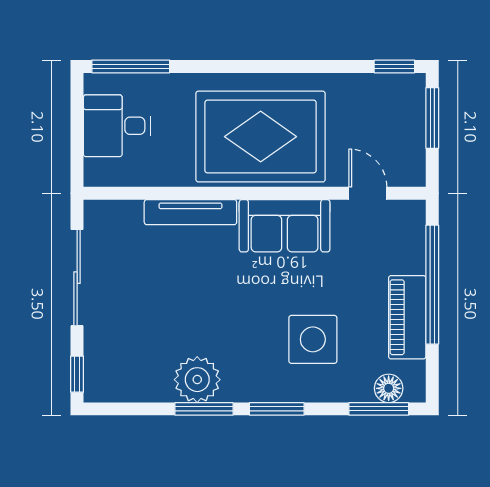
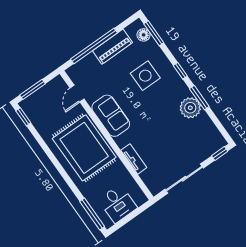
tv unit: (190, 212) -> (134, 159), width x0.71
window: (277, 409) -> (180, 71), width x0.67

